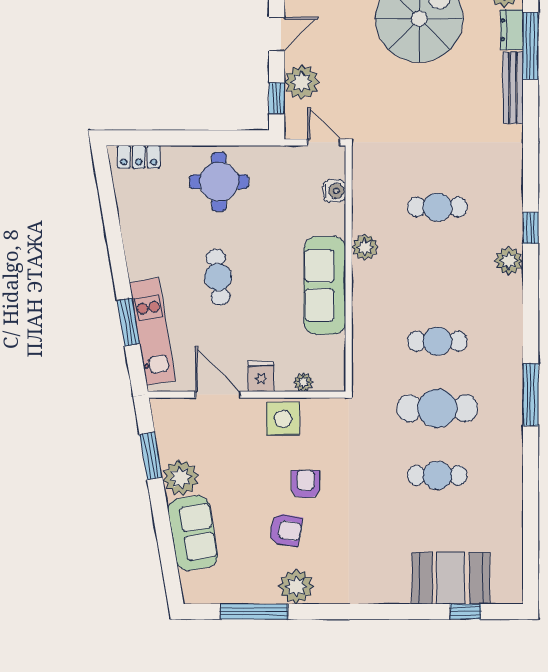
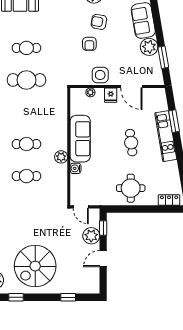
water cooler: (334, 191) -> (76, 168), moved
kitchen unit: (152, 331) -> (166, 136), moved
cafe table: (437, 341) -> (26, 144), moved

